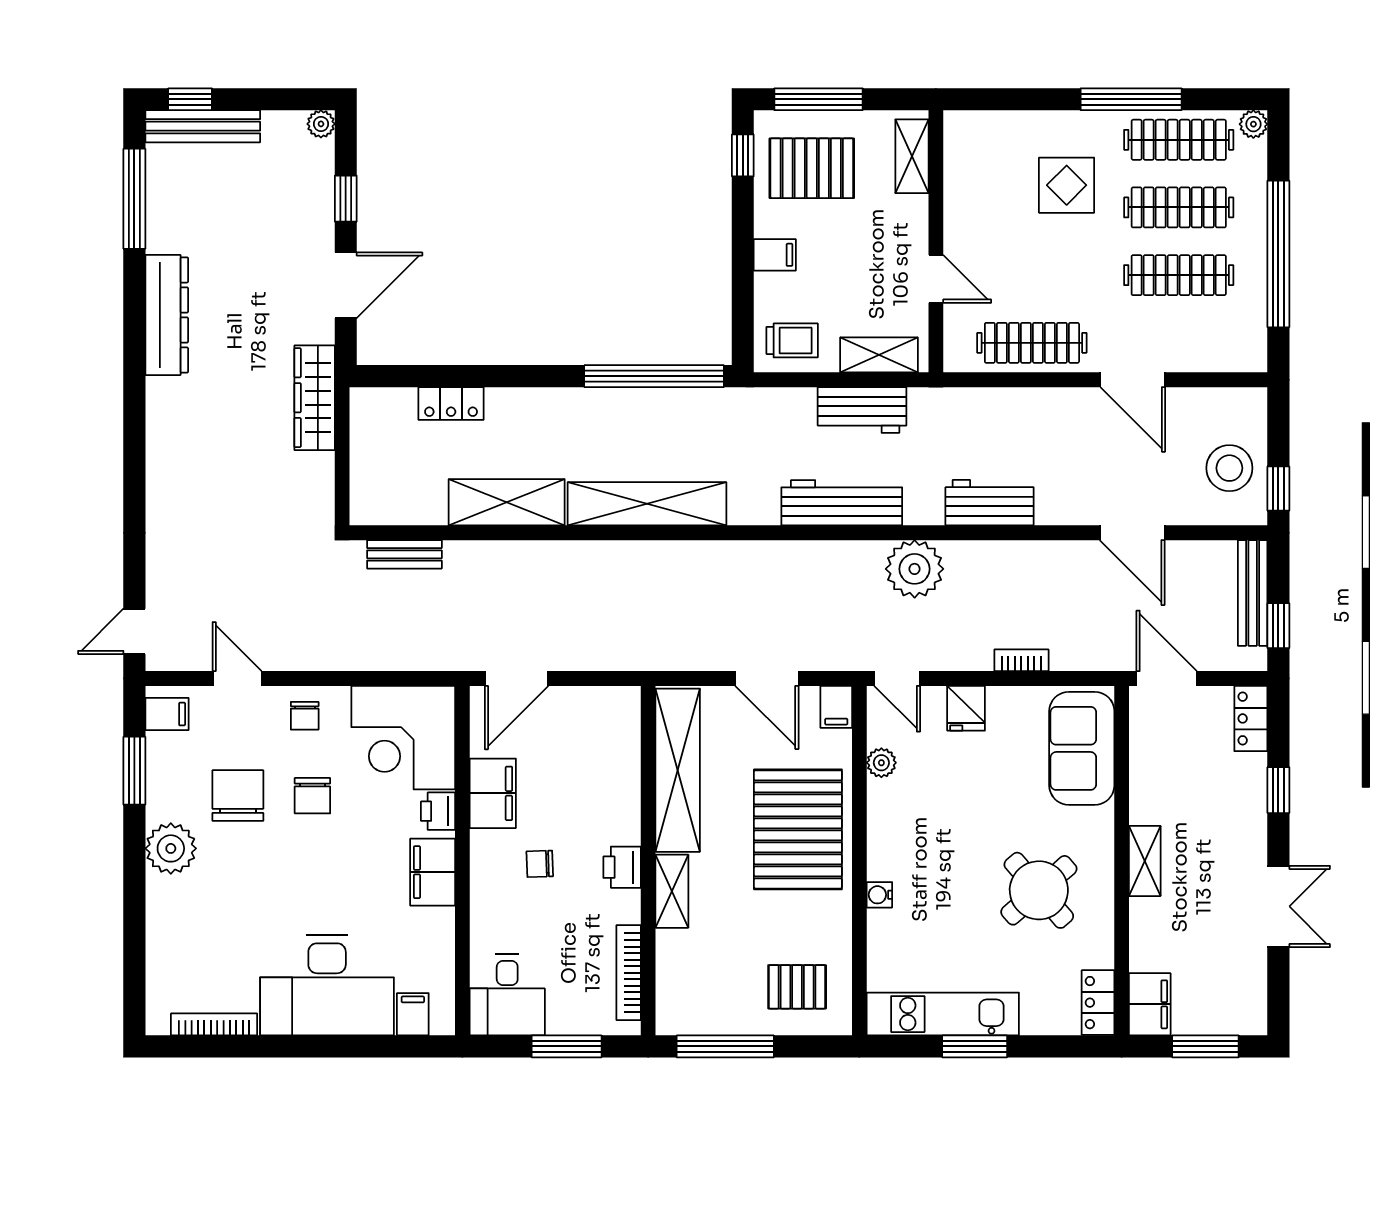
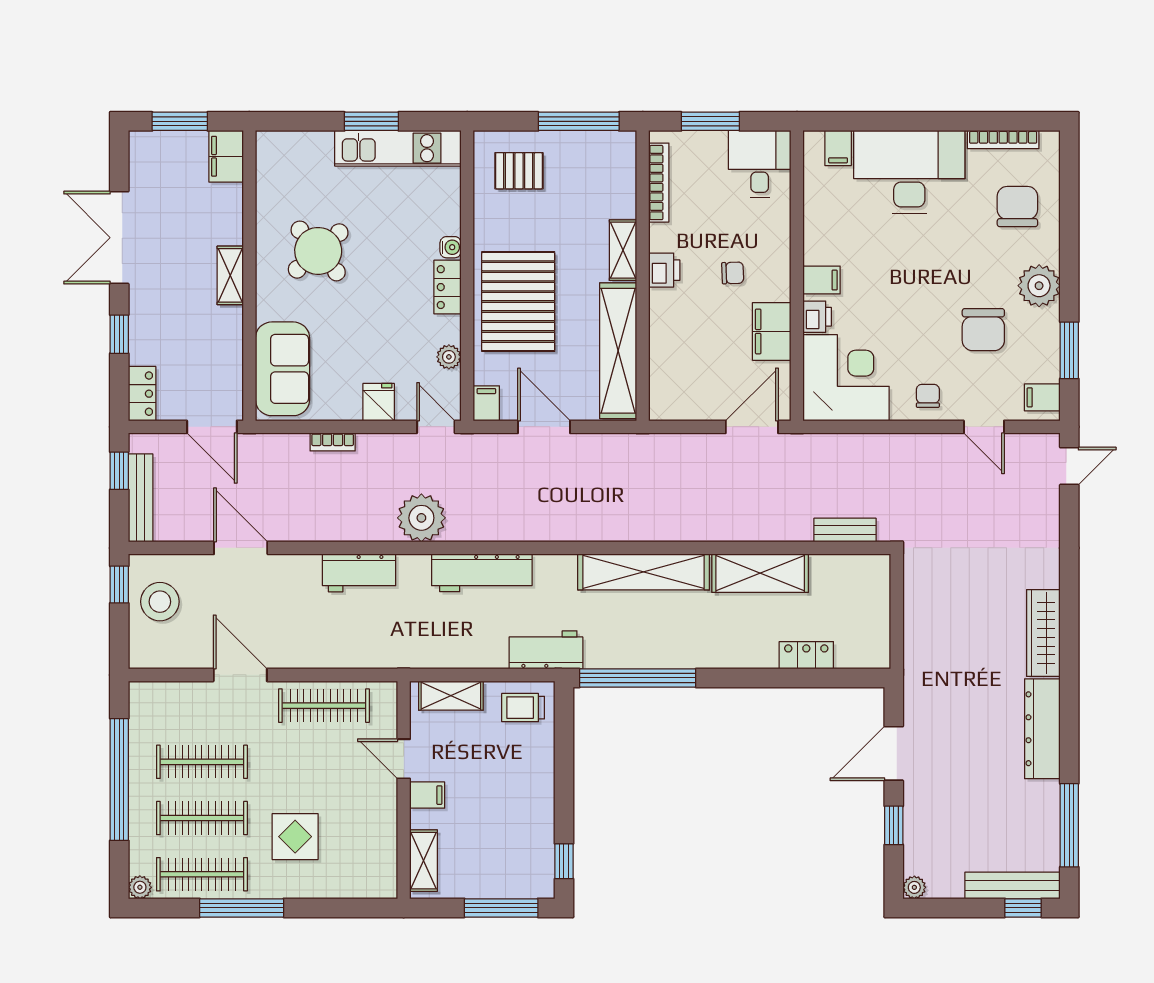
pallet: (812, 168) -> (507, 851), removed
filing cabinet: (775, 255) -> (427, 795), moved, turned 180
wardrobe: (315, 398) -> (1043, 633), moved, turned 180
workbench: (862, 410) -> (546, 650), moved
chair: (312, 796) -> (1017, 207), moved, width x1.37, depth x1.37
filing cabinet: (433, 872) -> (822, 280), width x0.50
double door: (1278, 906) -> (119, 238), width x1.37
locker: (1098, 1003) -> (448, 287), moved, turned 180

